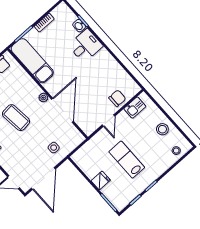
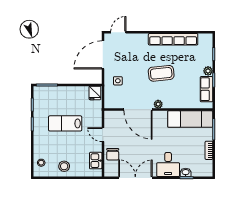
double door: (120, 63) -> (135, 178), added
lab bench: (127, 160) -> (65, 123), turned 180
door: (43, 179) -> (103, 55), hinge flipped
fridge: (101, 180) -> (95, 93), moved

